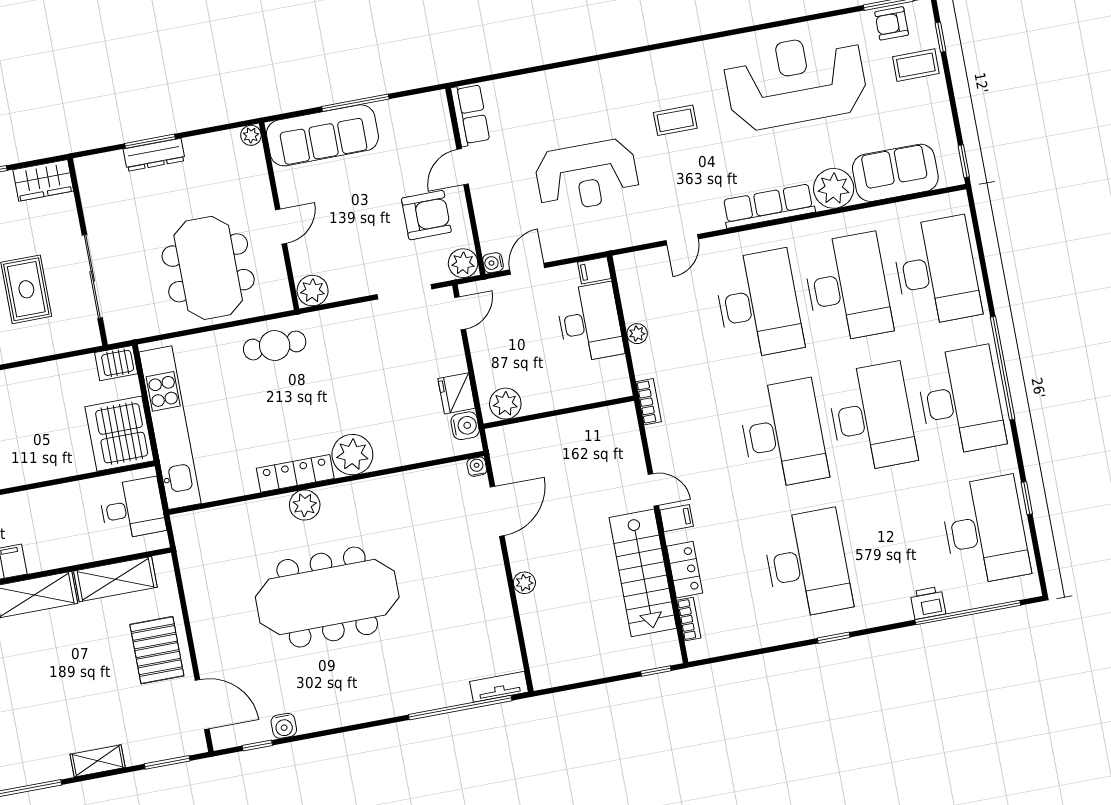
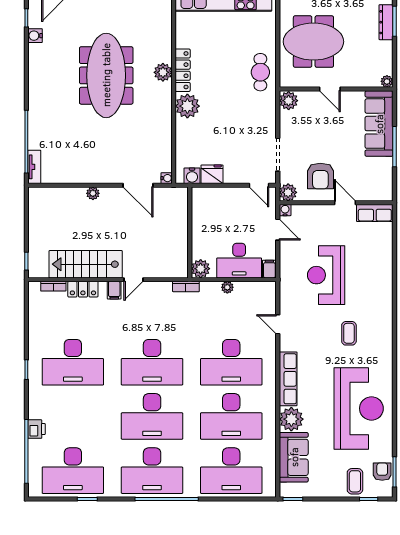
plant: (505, 404) -> (201, 269), moved

